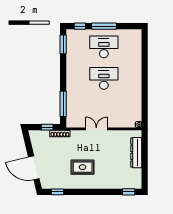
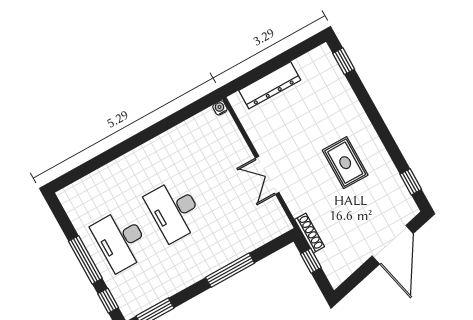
window: (63, 104) -> (230, 270), moved

